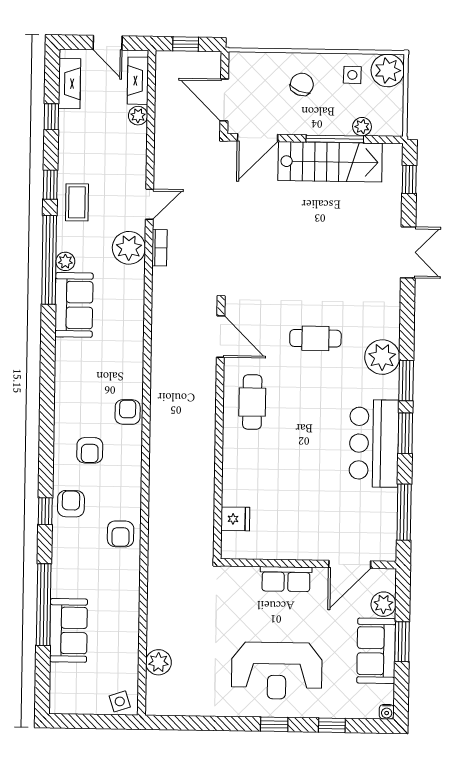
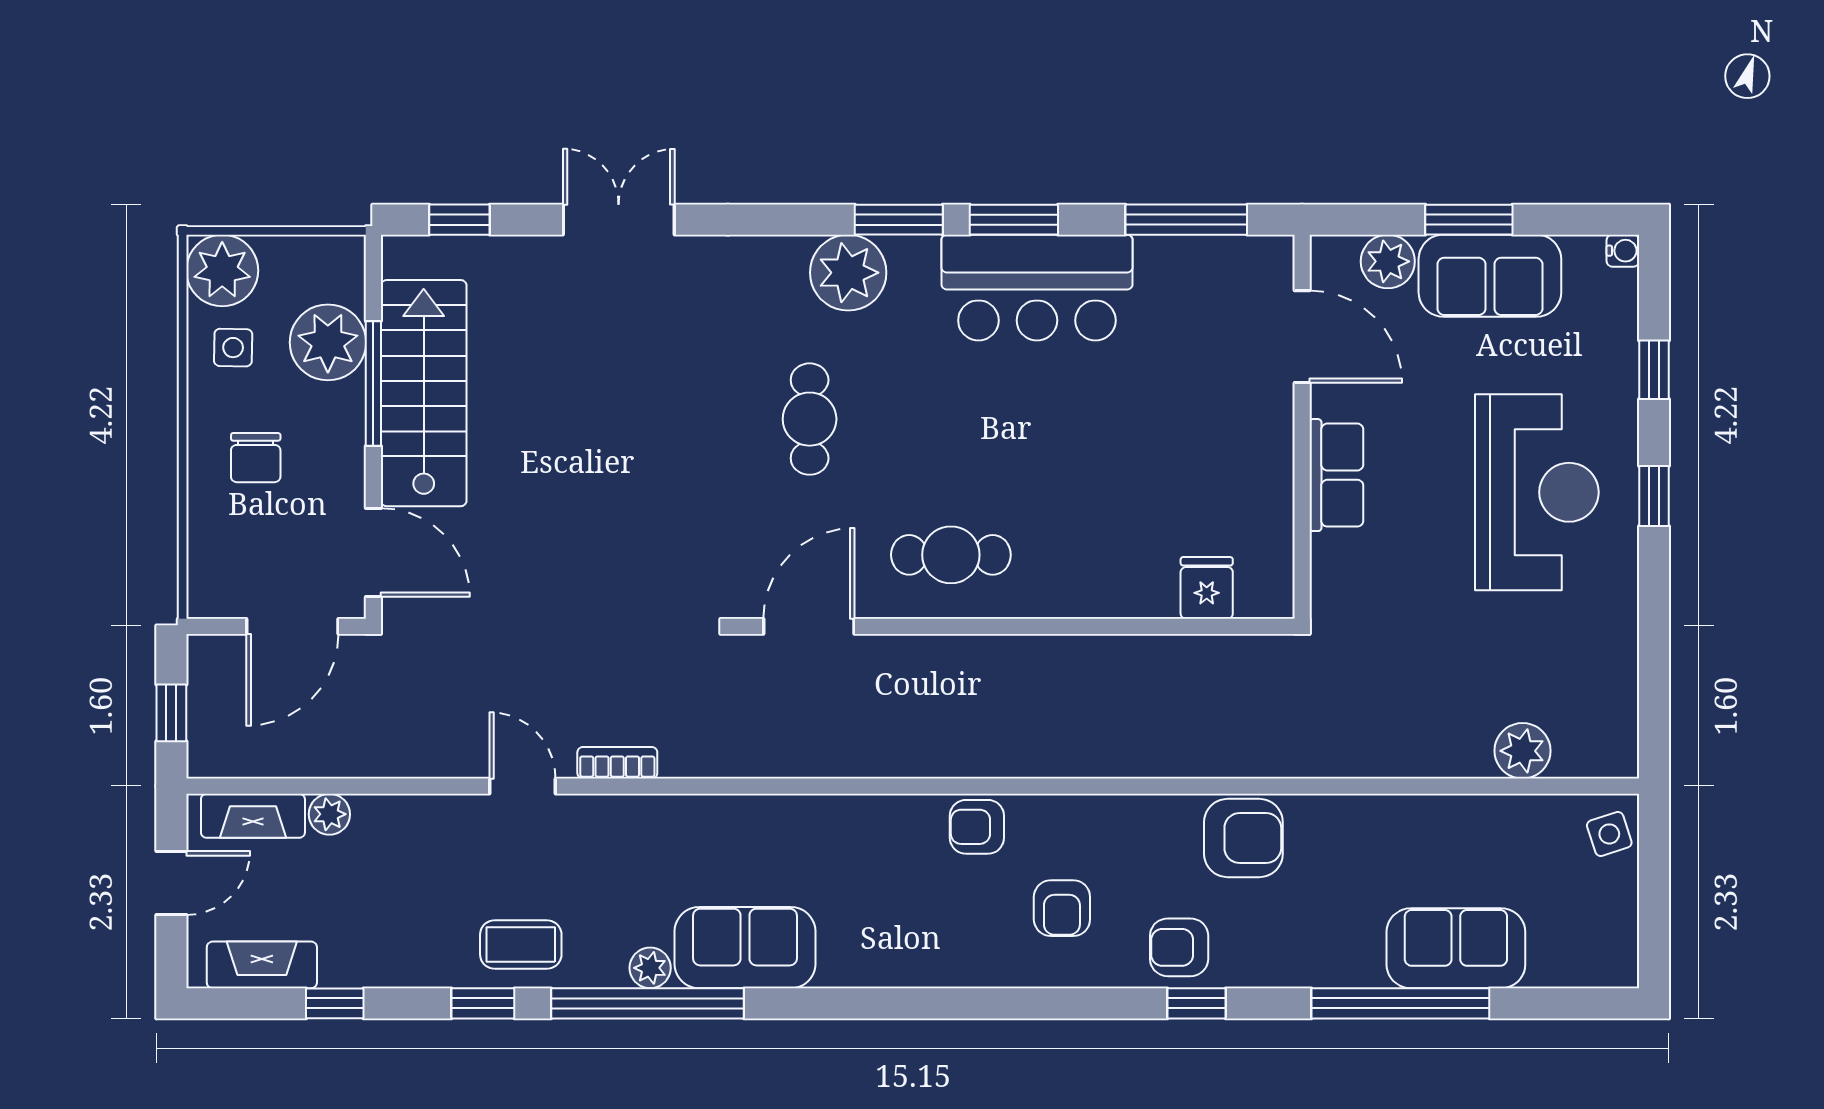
chair: (302, 84) -> (256, 458), turned -111
plant: (362, 127) -> (328, 342), width x1.88, depth x1.88
plant: (129, 248) -> (618, 830), removed
armchair: (90, 450) -> (1062, 908), turned 90
armchair: (121, 534) -> (1243, 838), width x1.38, depth x1.38

